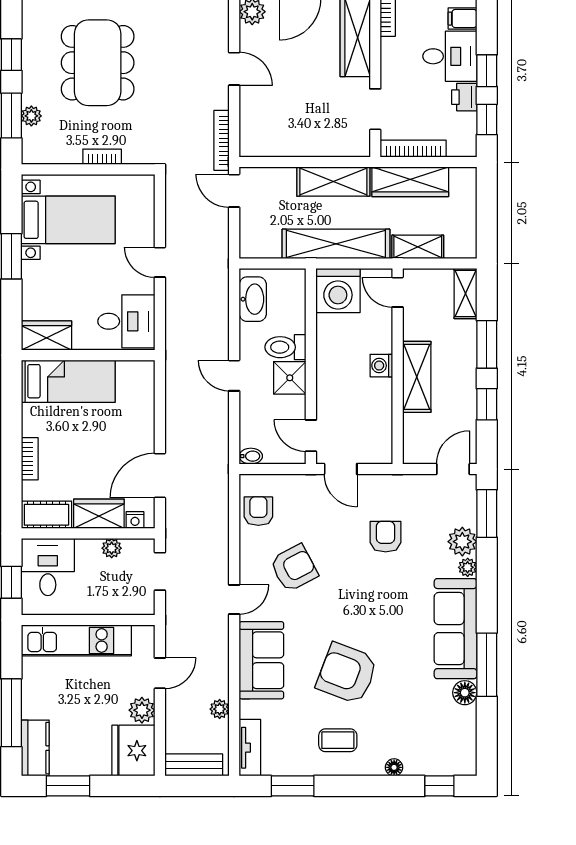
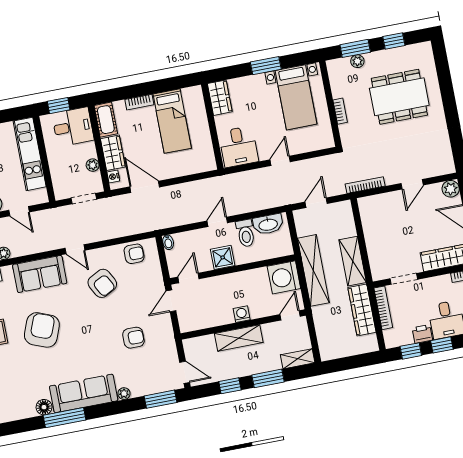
door: (234, 191) -> (316, 203), moved
shelving: (418, 247) -> (321, 323), removed
toilet: (285, 347) -> (246, 233), moved, turned 180
bed: (68, 381) -> (172, 121), moved
plant: (462, 542) -> (140, 387), removed

